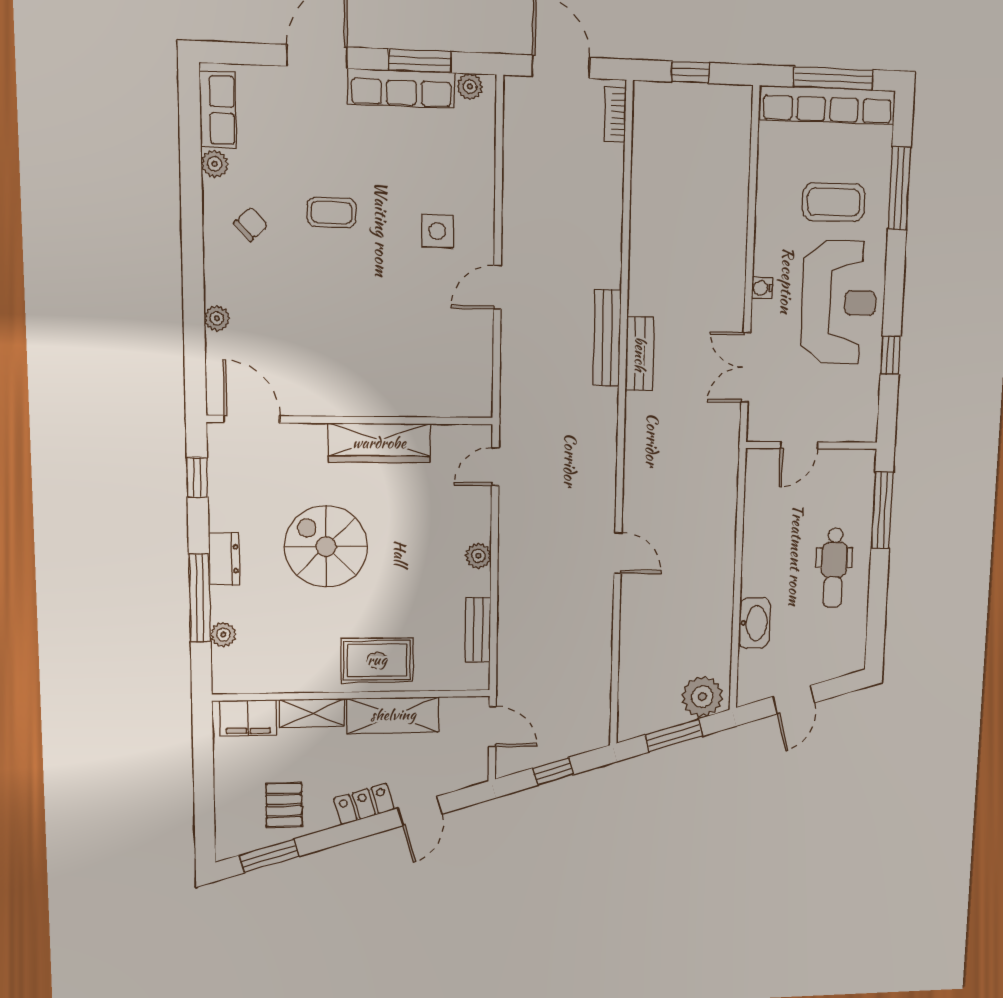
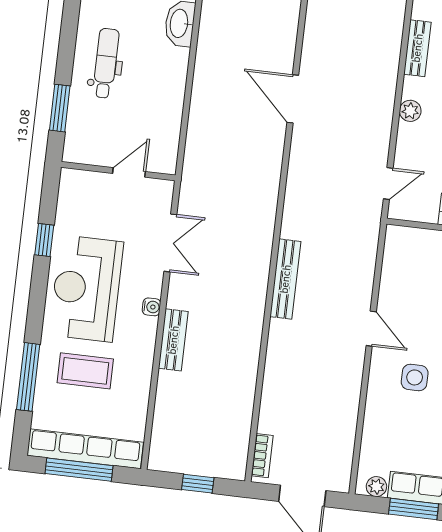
door: (497, 287) -> (371, 329), hinge flipped
bench: (640, 354) -> (173, 340), moved
window: (882, 510) -> (60, 108), width x0.69
door: (618, 553) -> (293, 99), width x1.38

